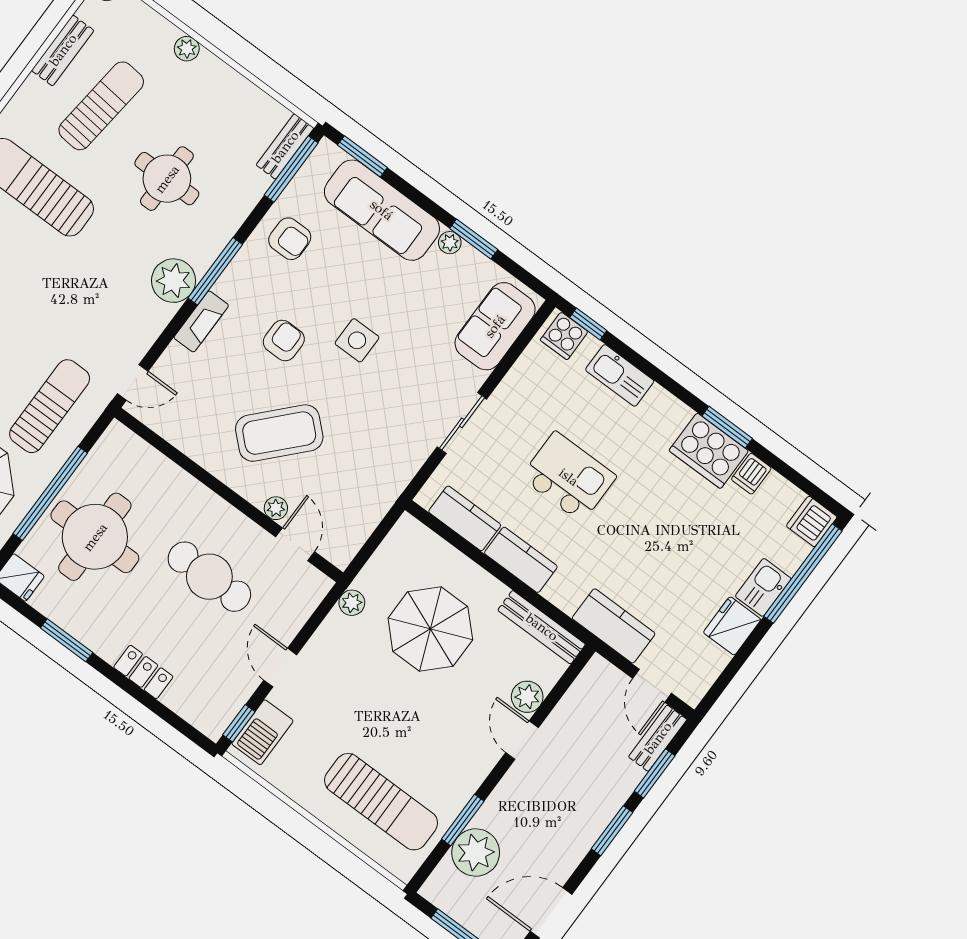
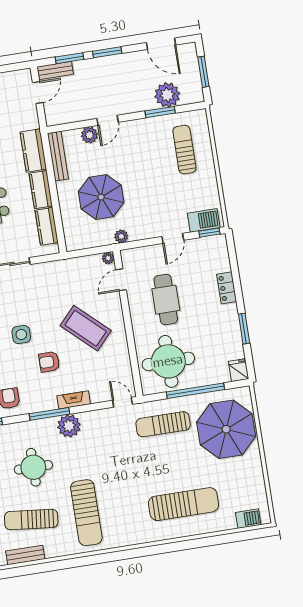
plant: (276, 508) -> (108, 258), moved
round table: (95, 537) -> (168, 361), moved
kitchen counter: (614, 626) -> (33, 150), moved
sun lounger: (381, 802) -> (184, 150), width x0.73, depth x0.75

